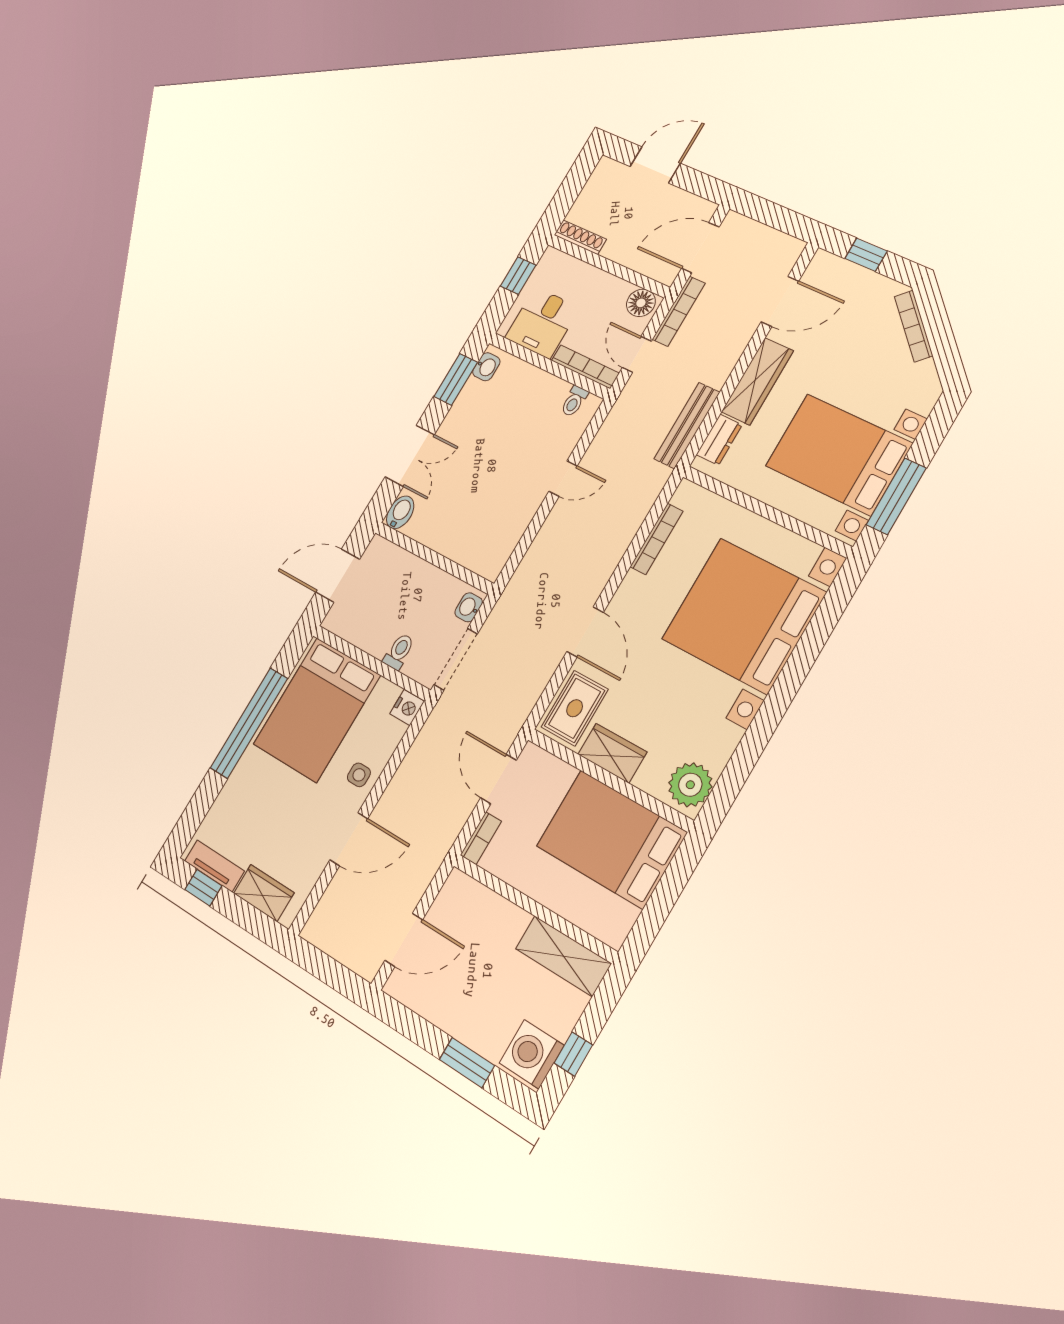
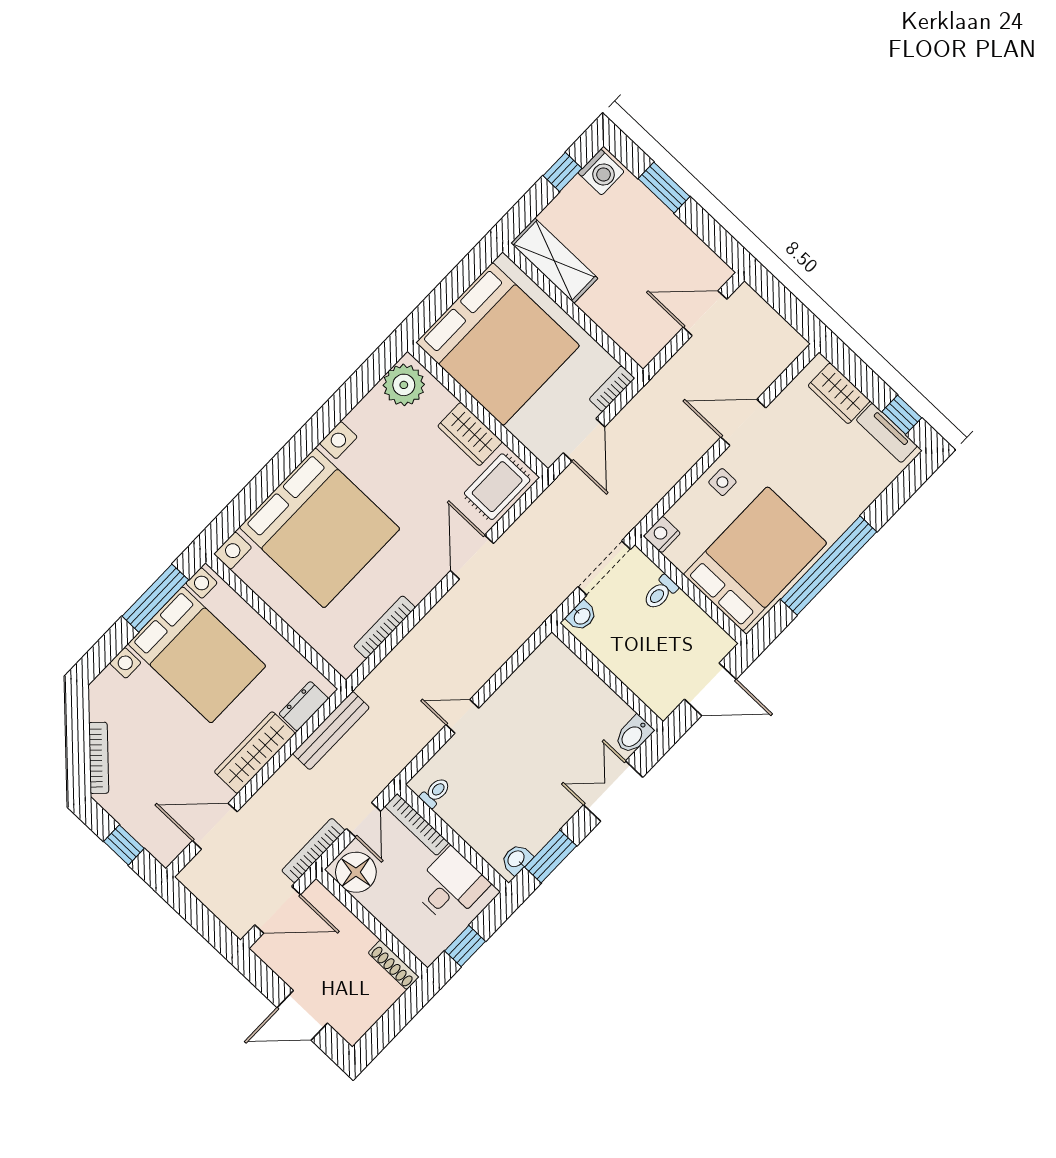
floor lamp: (641, 303) -> (356, 872), width x1.38, depth x1.38
bed: (612, 839) -> (498, 344), width x1.36
washing machine: (532, 1054) -> (601, 172), width x0.73, depth x0.73

